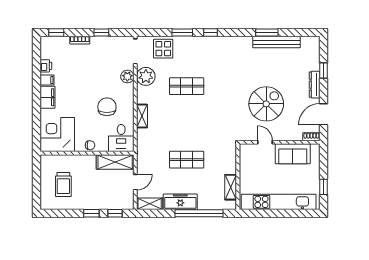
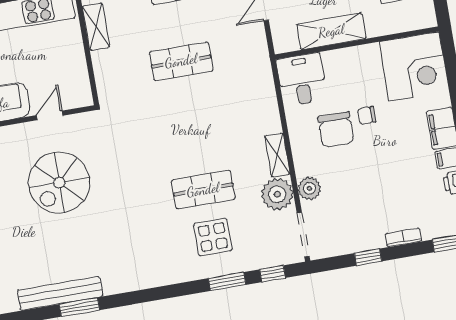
window: (210, 33) -> (273, 274), moved
display table: (163, 49) -> (213, 237), moved
shelving: (142, 116) -> (277, 155), moved
door: (265, 142) -> (50, 115), swing flipped
chair: (90, 145) -> (367, 115), moved
shelving: (115, 162) -> (331, 31), moved

